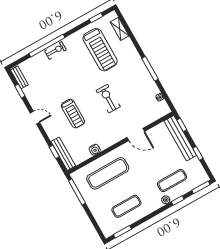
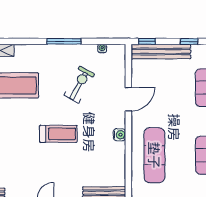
exercise bike: (108, 99) -> (79, 85), moved, turned 119
treadmill: (73, 114) -> (58, 134), moved
water cooler: (95, 150) -> (120, 135), moved

